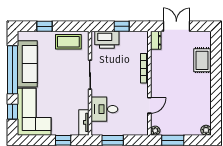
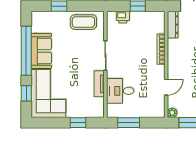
printer: (107, 40) -> (123, 17), width x0.53, depth x0.68
dresser: (156, 40) -> (173, 25), width x1.44
sofa: (27, 64) -> (41, 51), width x0.73
tv unit: (84, 122) -> (99, 84), moved

